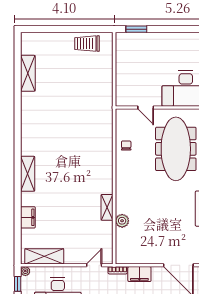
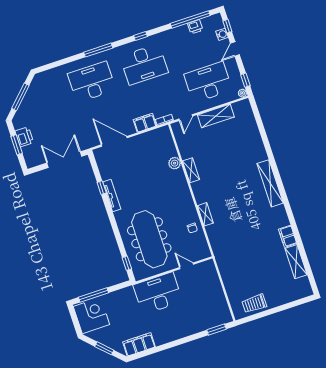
trolley: (87, 44) -> (254, 303), turned 180
shelving: (107, 155) -> (205, 214), added
shelving: (28, 174) -> (270, 183), width x1.47
filing cabinet: (28, 217) -> (288, 236), moved
shelving: (44, 256) -> (216, 116), moved

